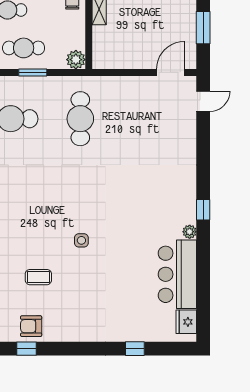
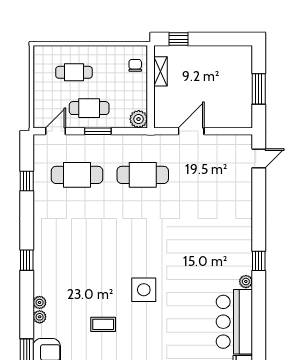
door: (171, 72) -> (191, 131), moved
cafe table: (80, 119) -> (143, 175), turned 90
side table: (81, 240) -> (144, 290), width x1.87, depth x1.87

